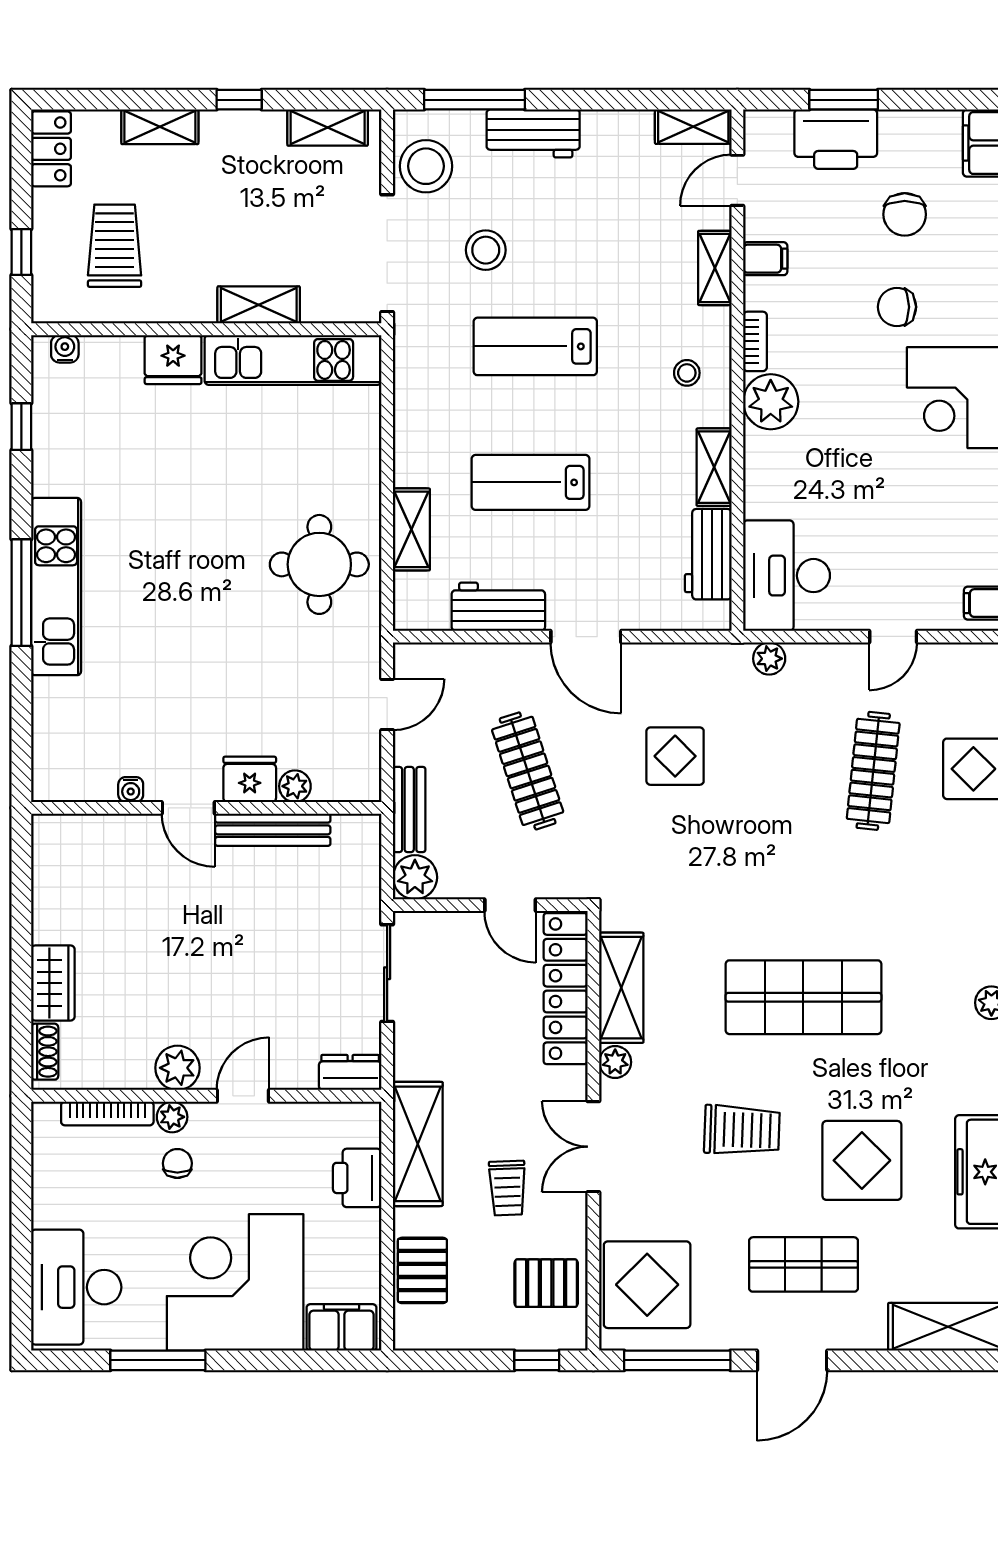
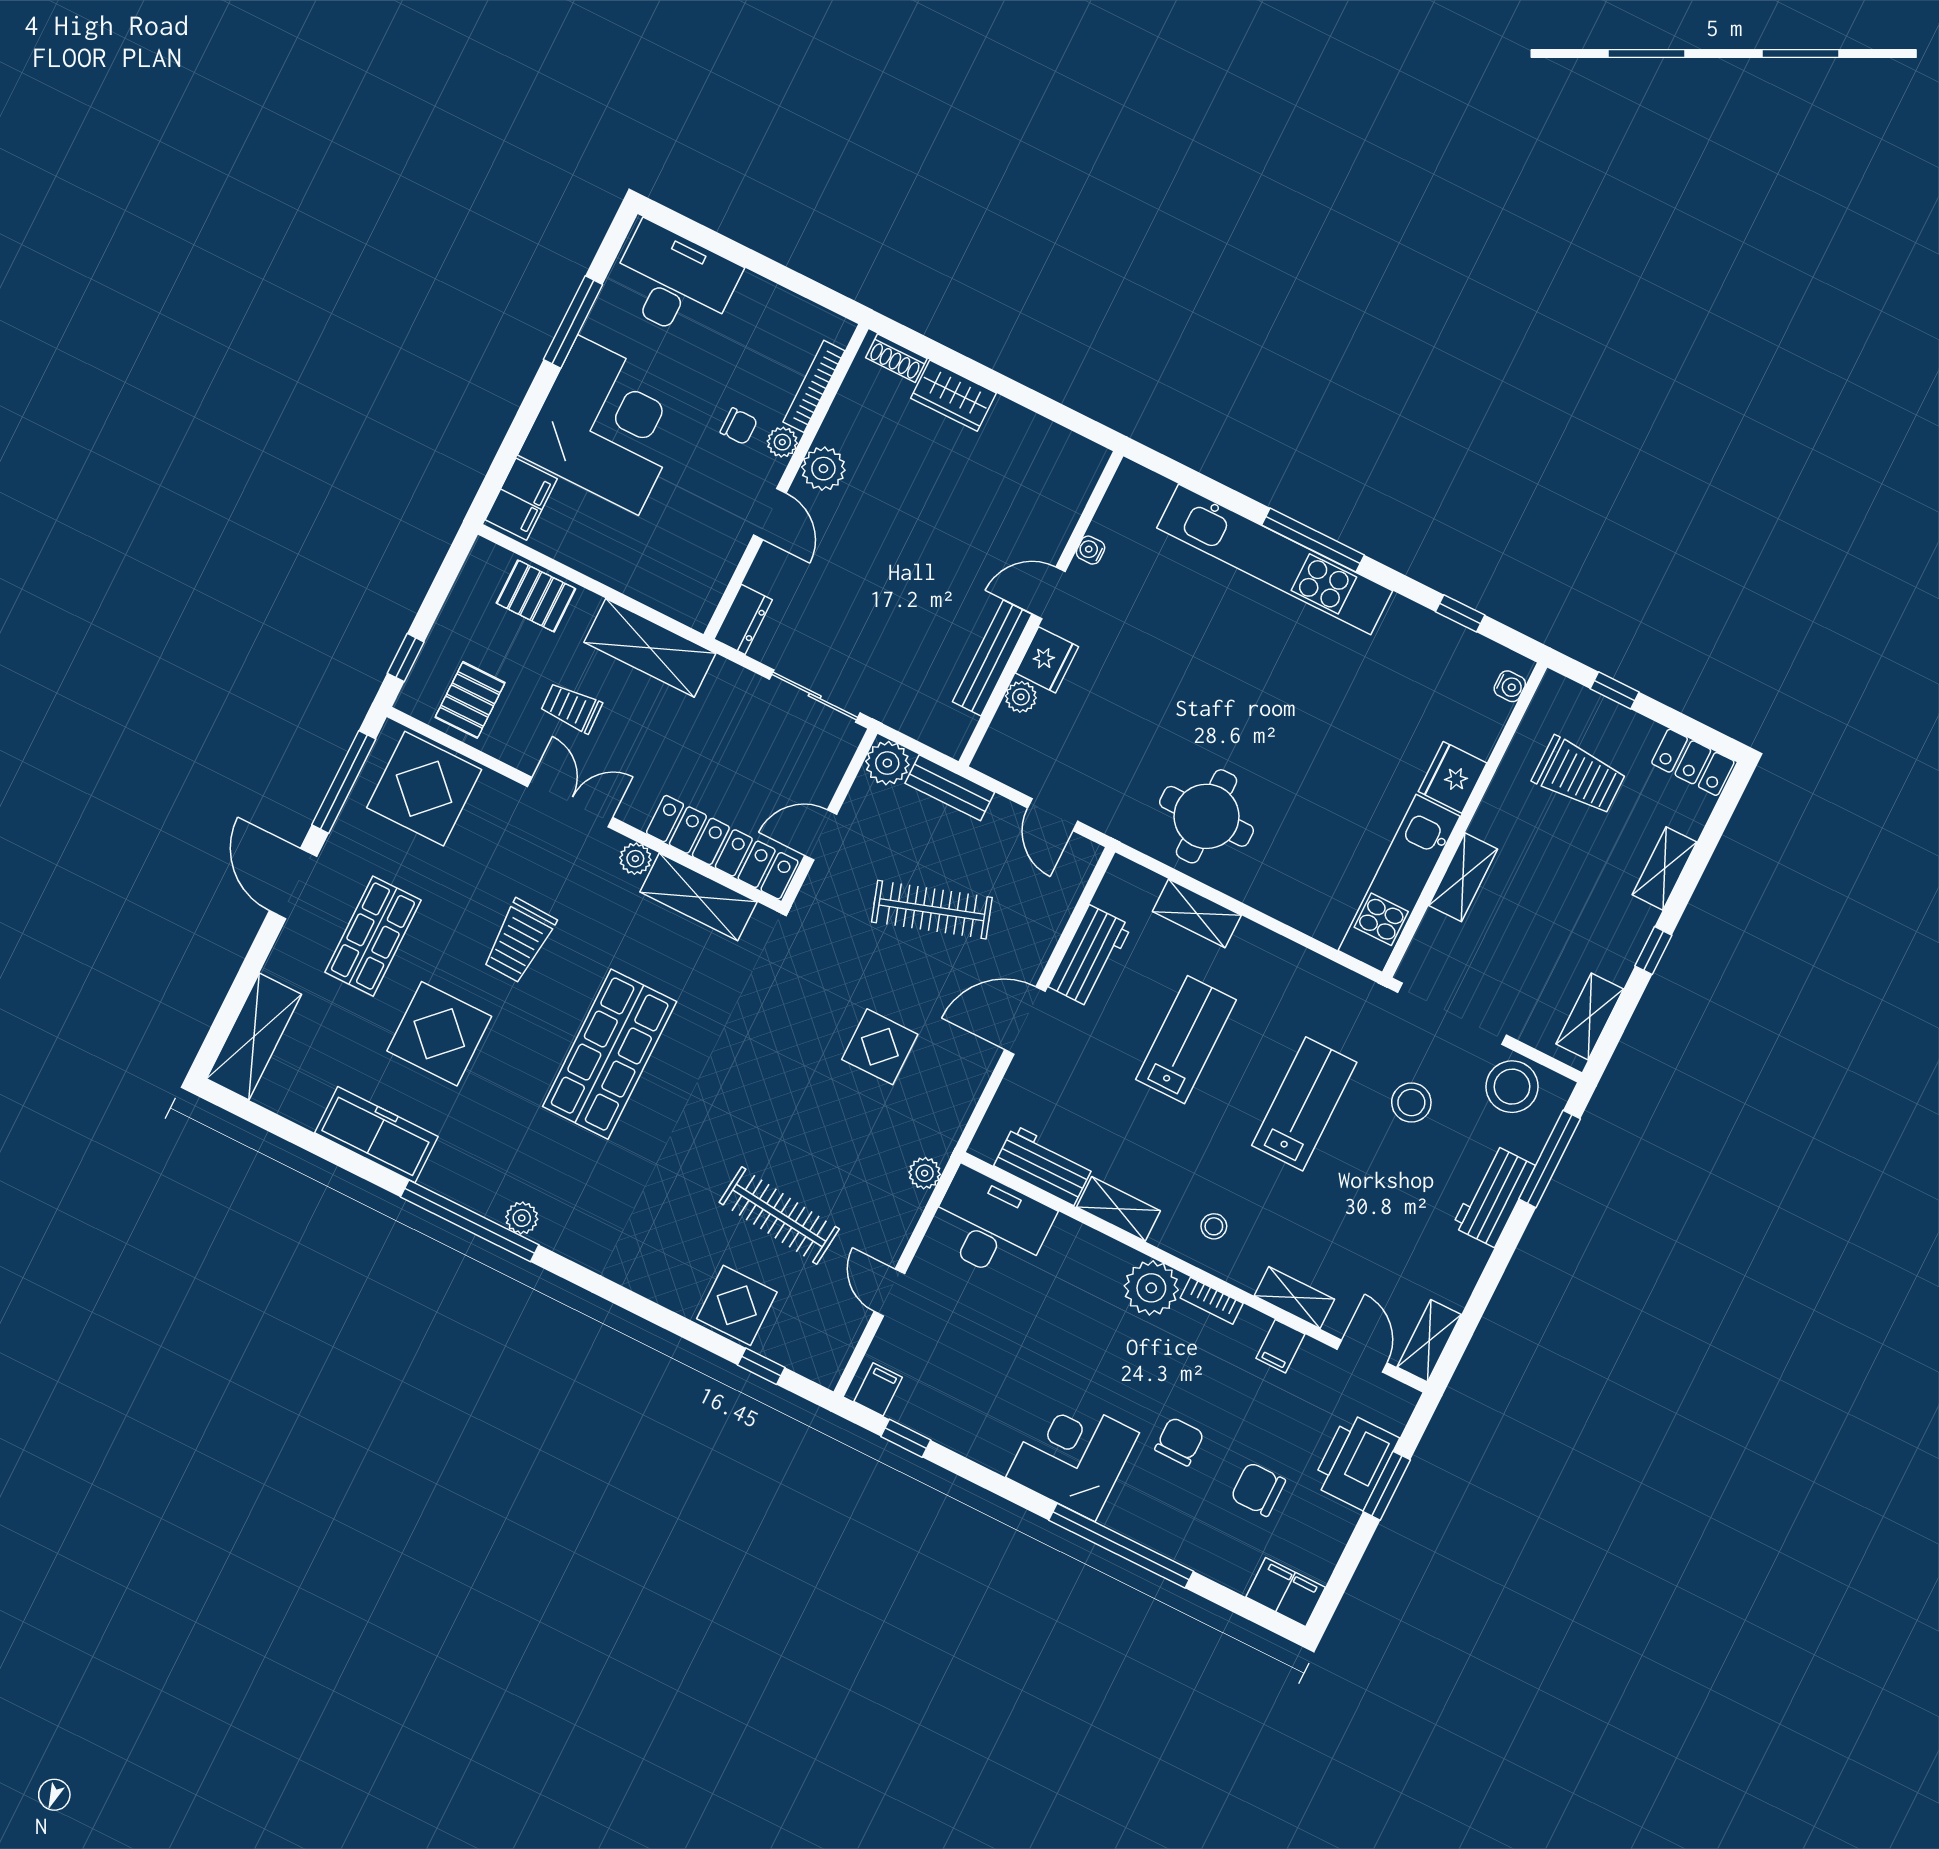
kitchen unit: (56, 587) -> (1275, 559), width x1.36
printer: (357, 1178) -> (647, 579), removed

